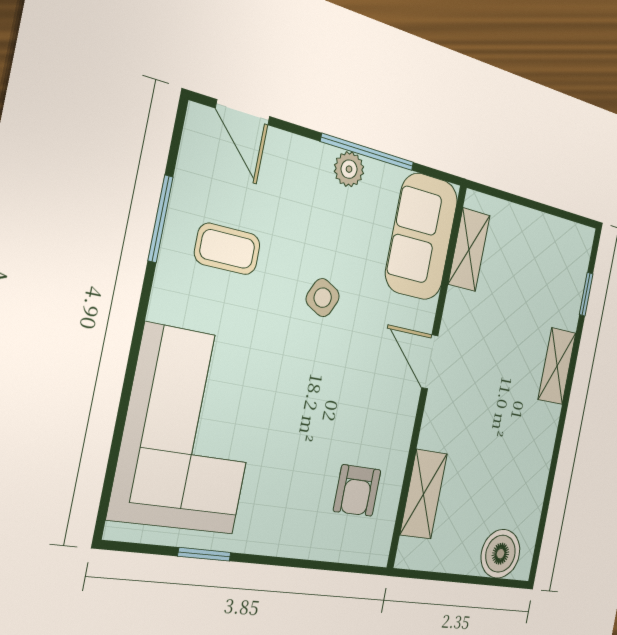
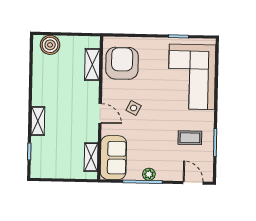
side table: (323, 298) -> (134, 108), moved
armchair: (357, 490) -> (122, 63), width x1.88, depth x1.88

